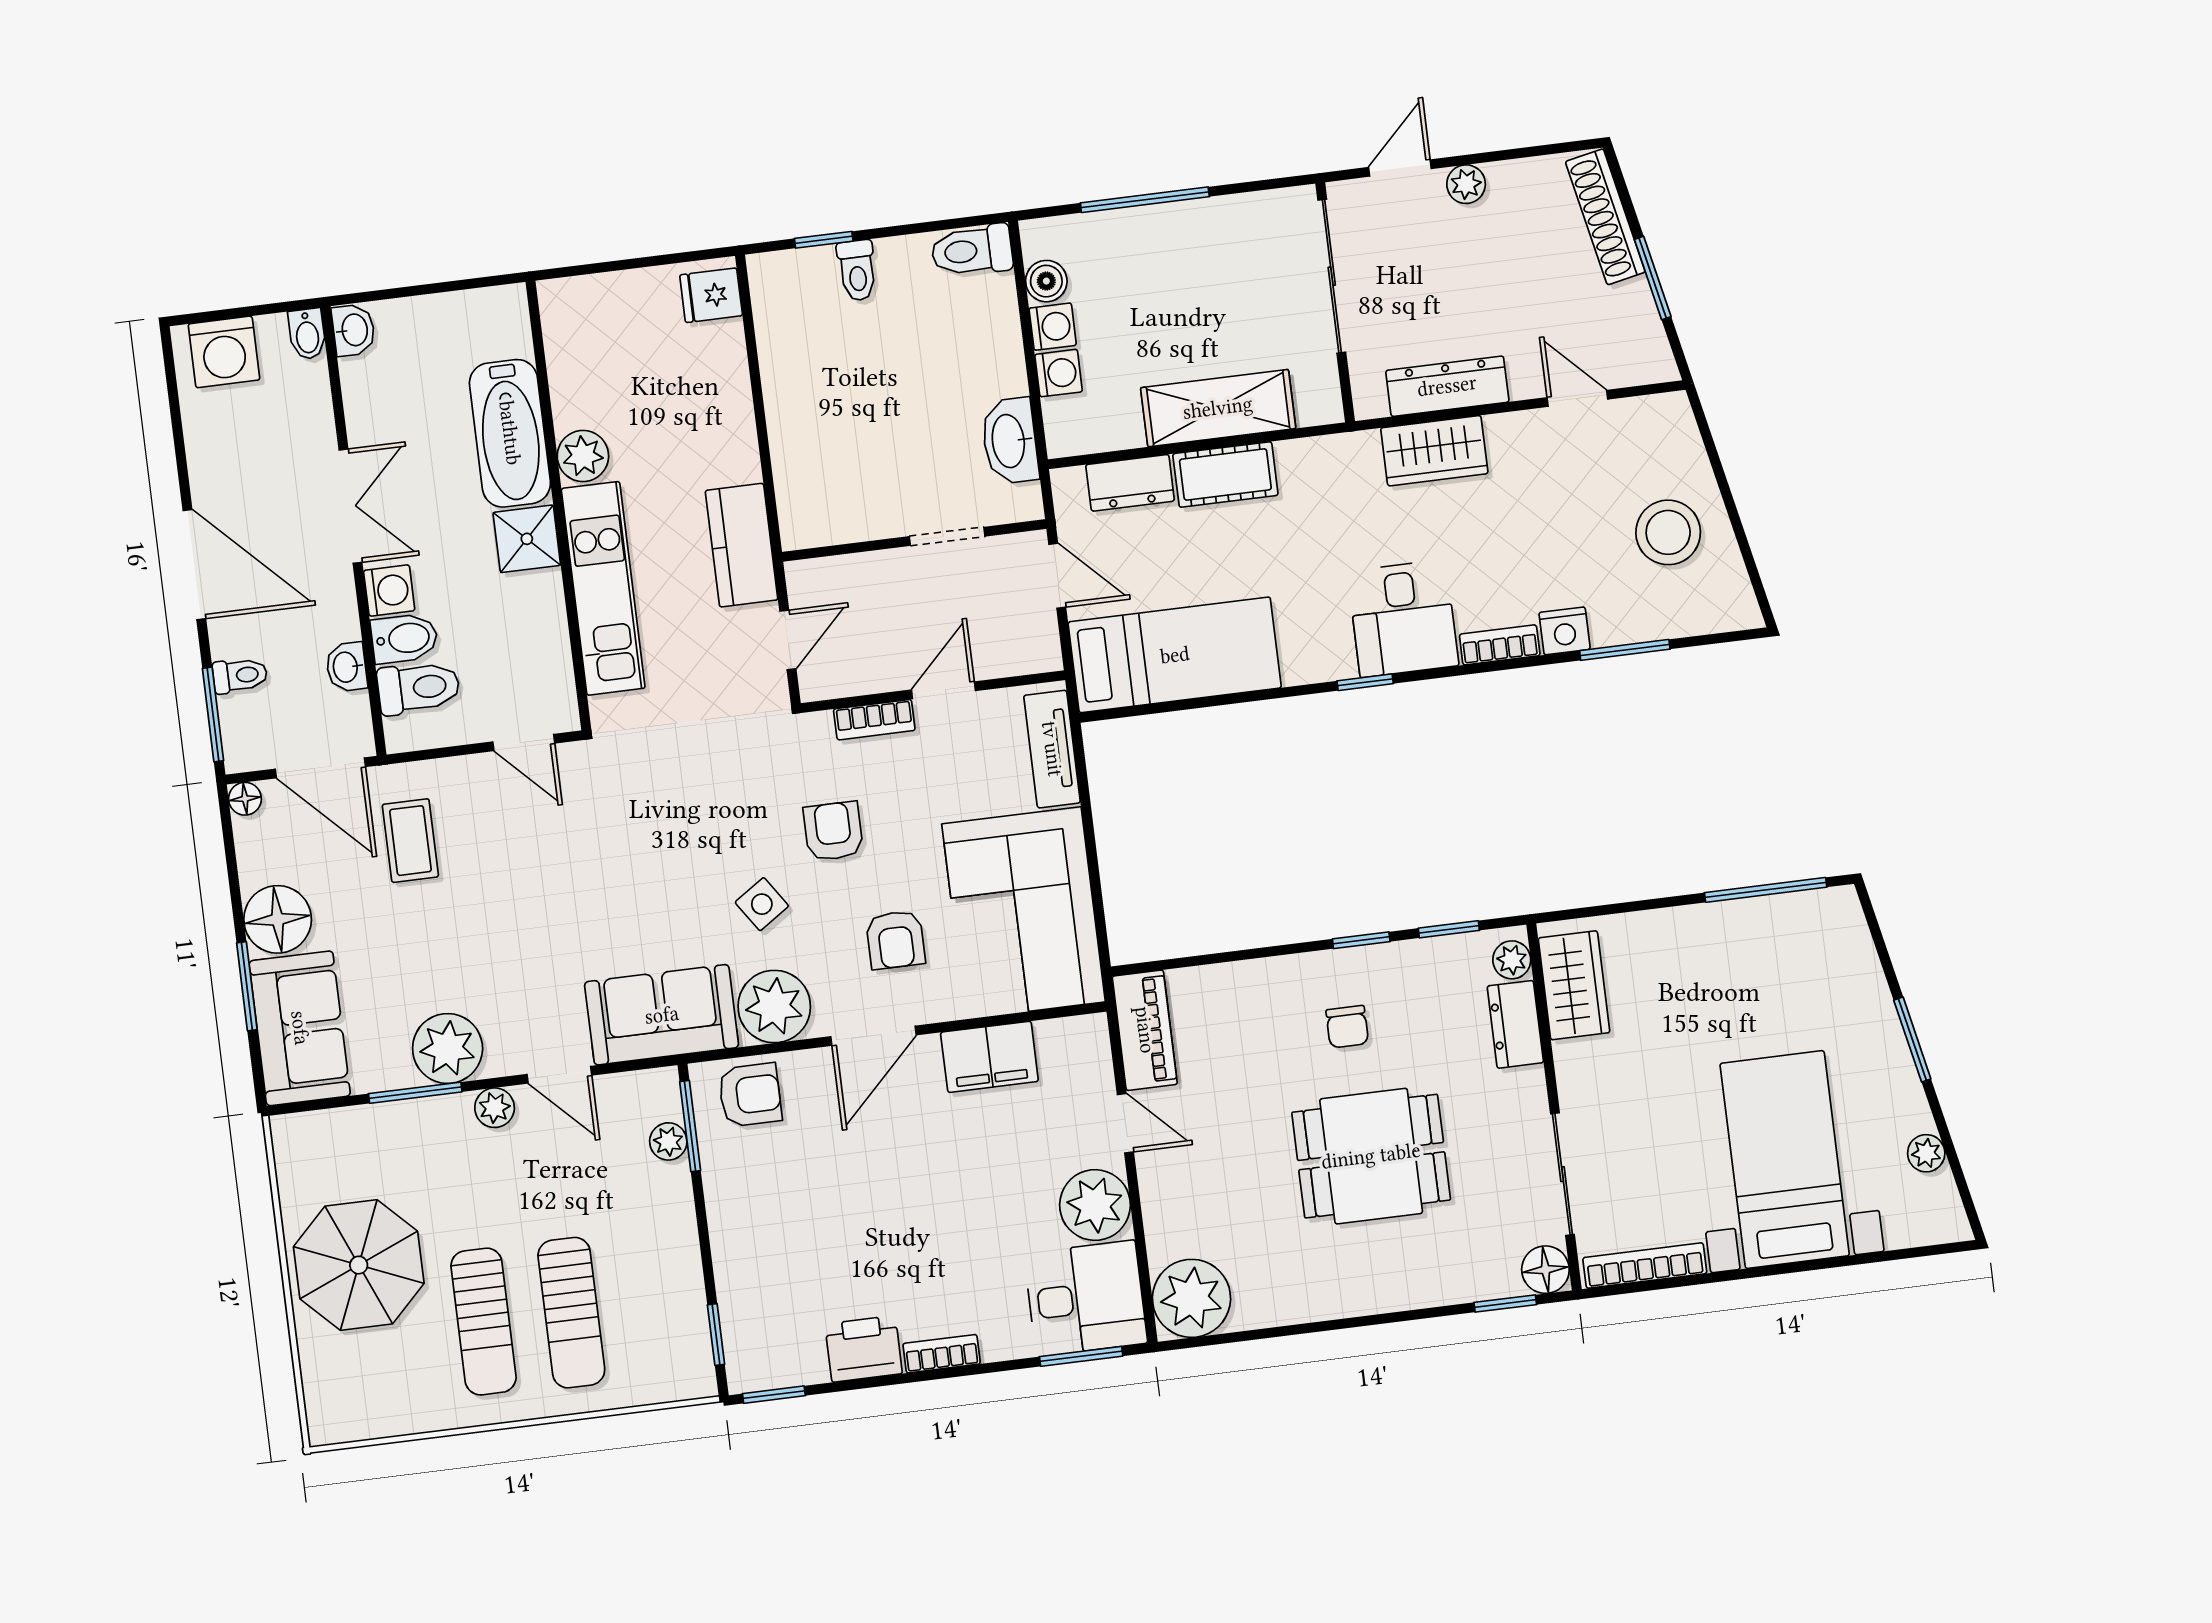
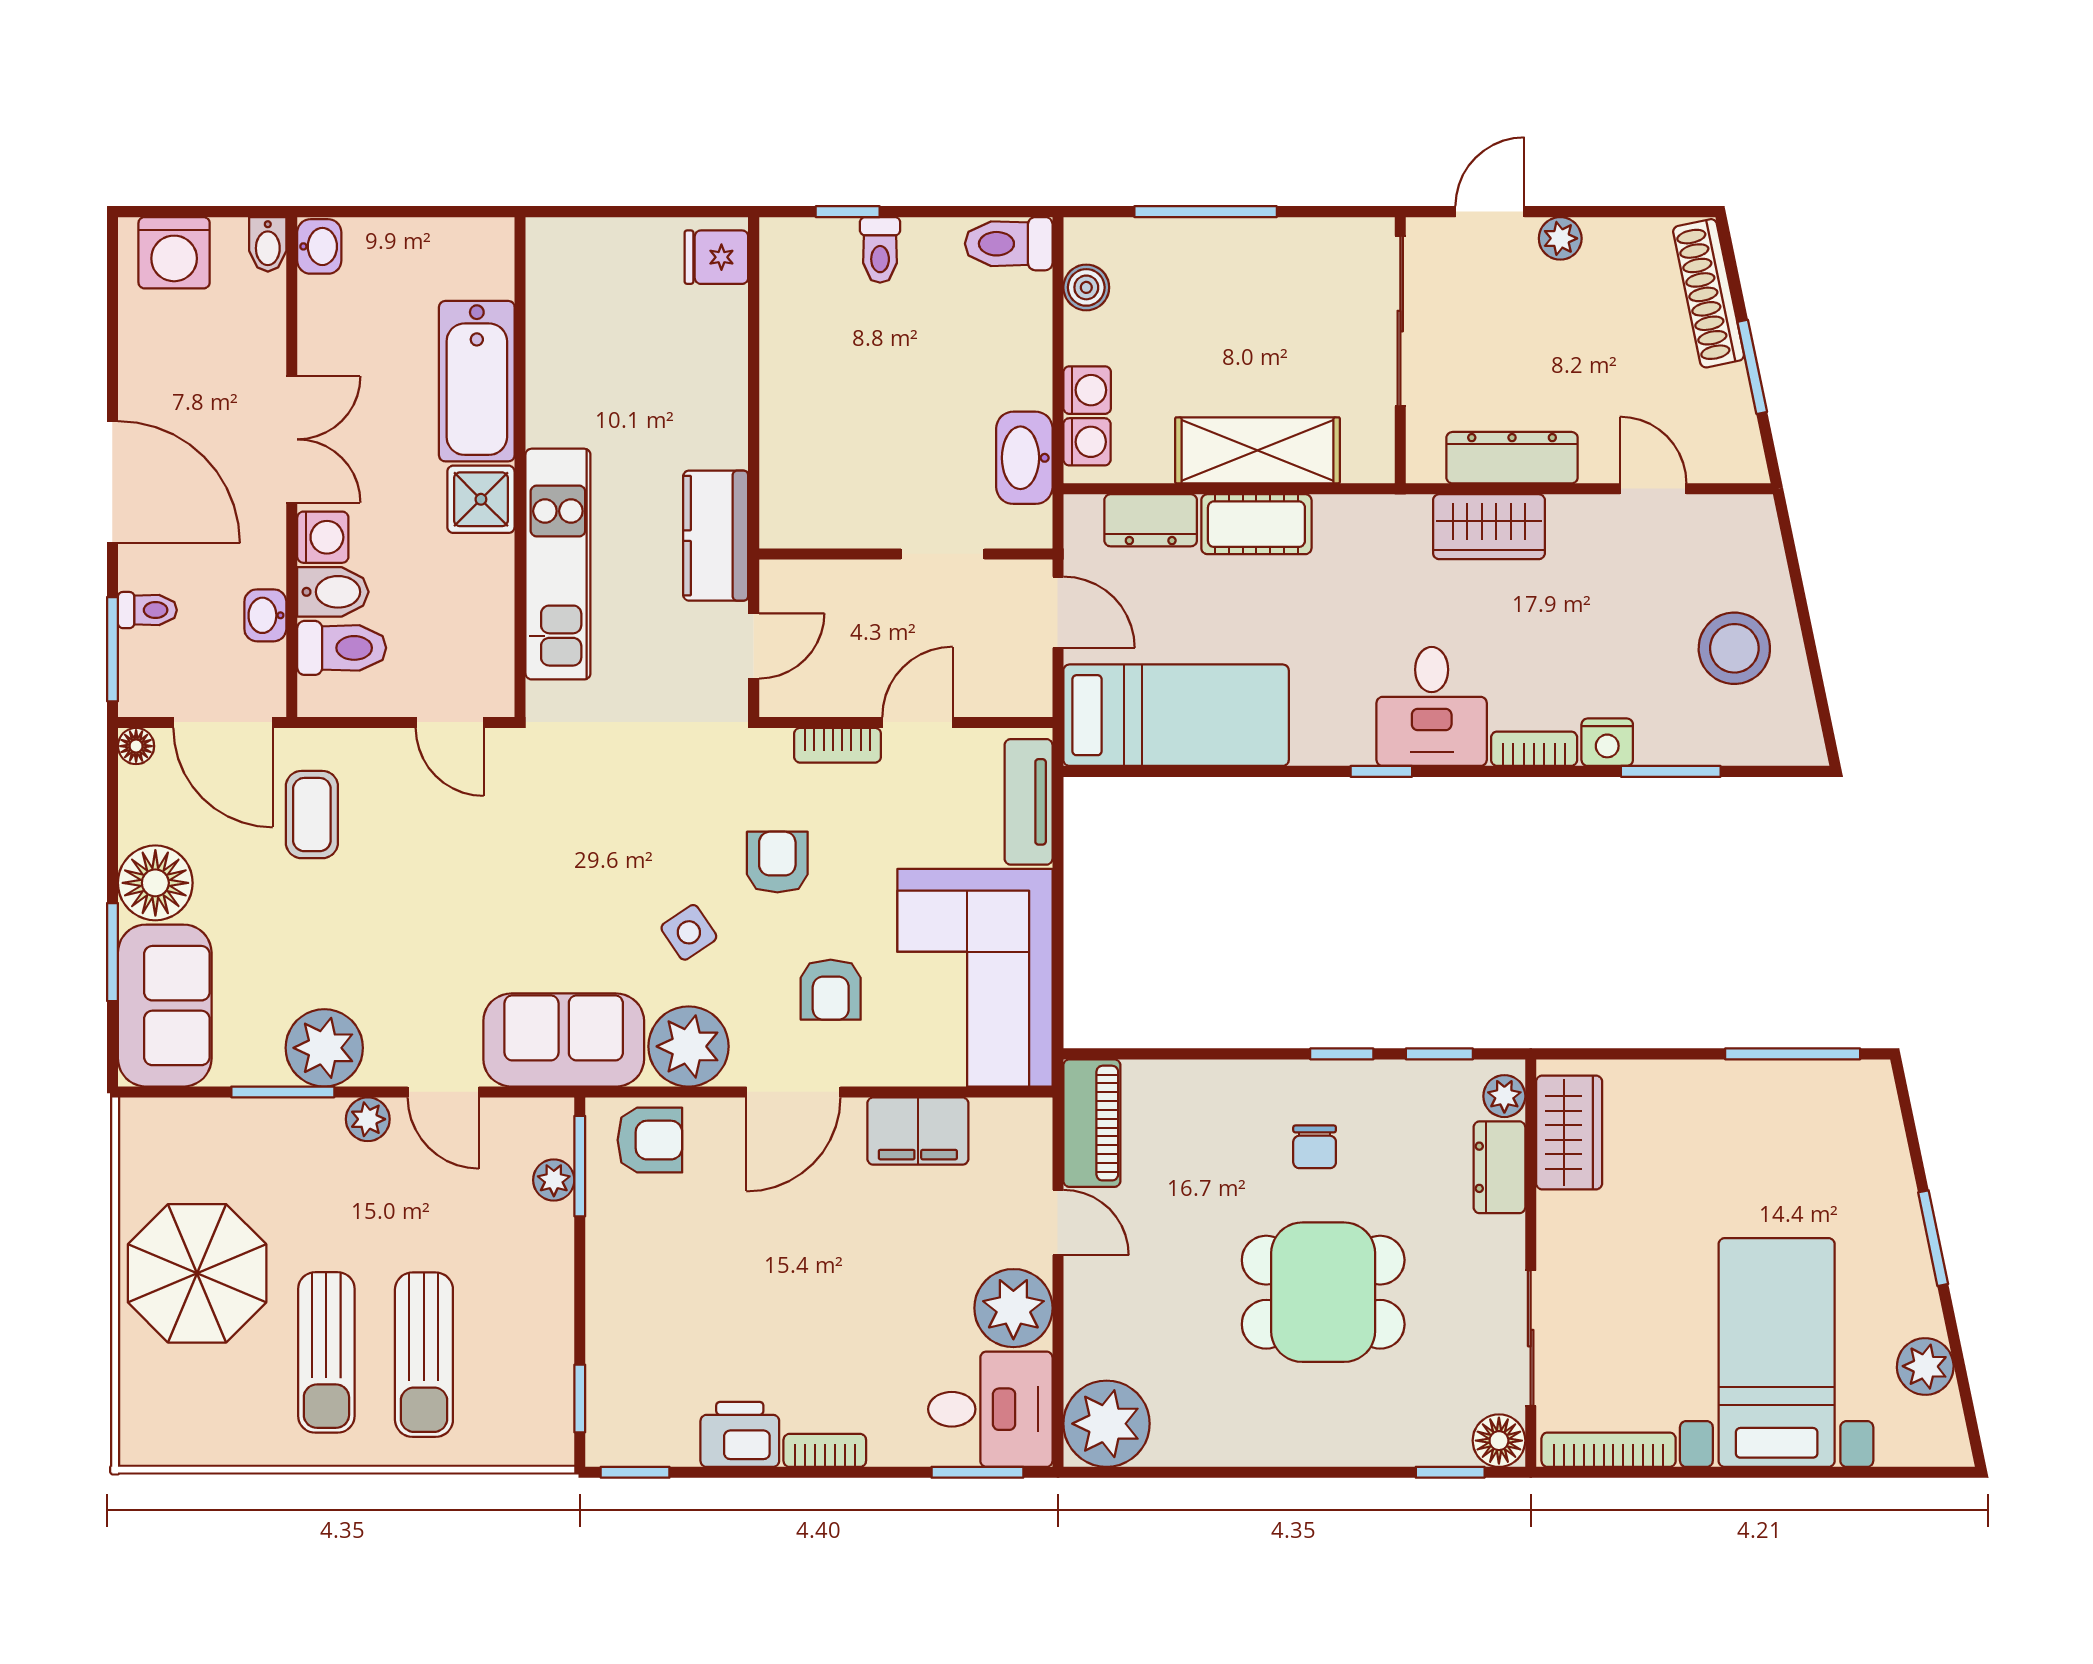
washing machine: (1053, 327) -> (1087, 442), moved
plant: (583, 456) -> (554, 416), removed
plant: (1926, 1153) -> (1925, 1366), width x1.38, depth x1.38

